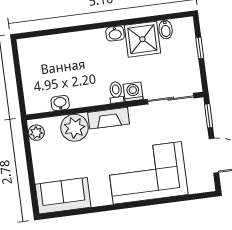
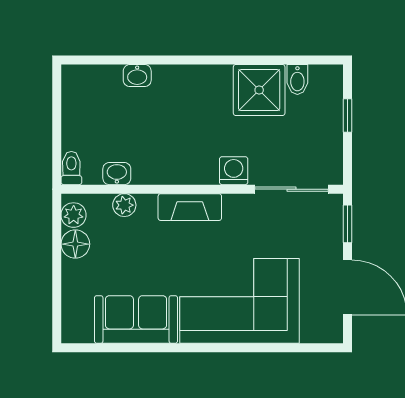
washbasin: (115, 34) -> (137, 76), moved
toilet: (116, 92) -> (71, 168), moved
plant: (74, 128) -> (124, 205), width x0.53, depth x0.53
floor lamp: (40, 151) -> (75, 244), added
sofa: (63, 196) -> (136, 319), moved

